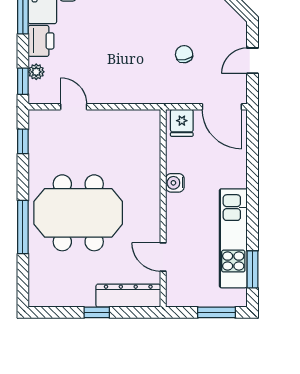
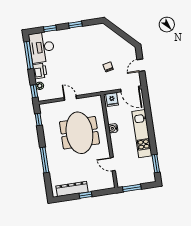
door: (74, 107) -> (70, 98), moved
meeting table: (78, 213) -> (79, 133), moved, turned 90
kitchen unit: (233, 238) -> (142, 134), moved
dresser: (128, 296) -> (72, 189), moved
window: (217, 312) -> (132, 188), moved

